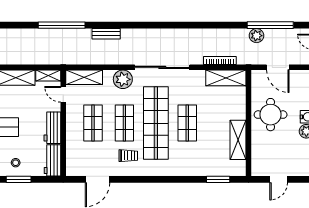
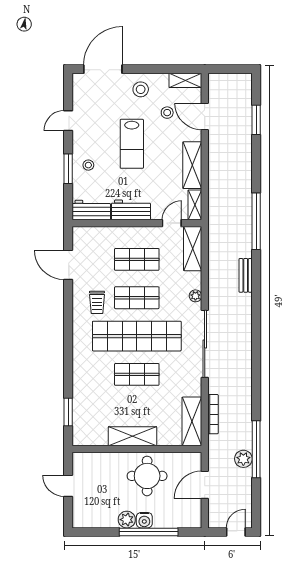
window: (270, 25) -> (256, 449), moved
plant: (123, 79) -> (195, 296), width x0.53, depth x0.53
shelving: (238, 140) -> (133, 436), moved

